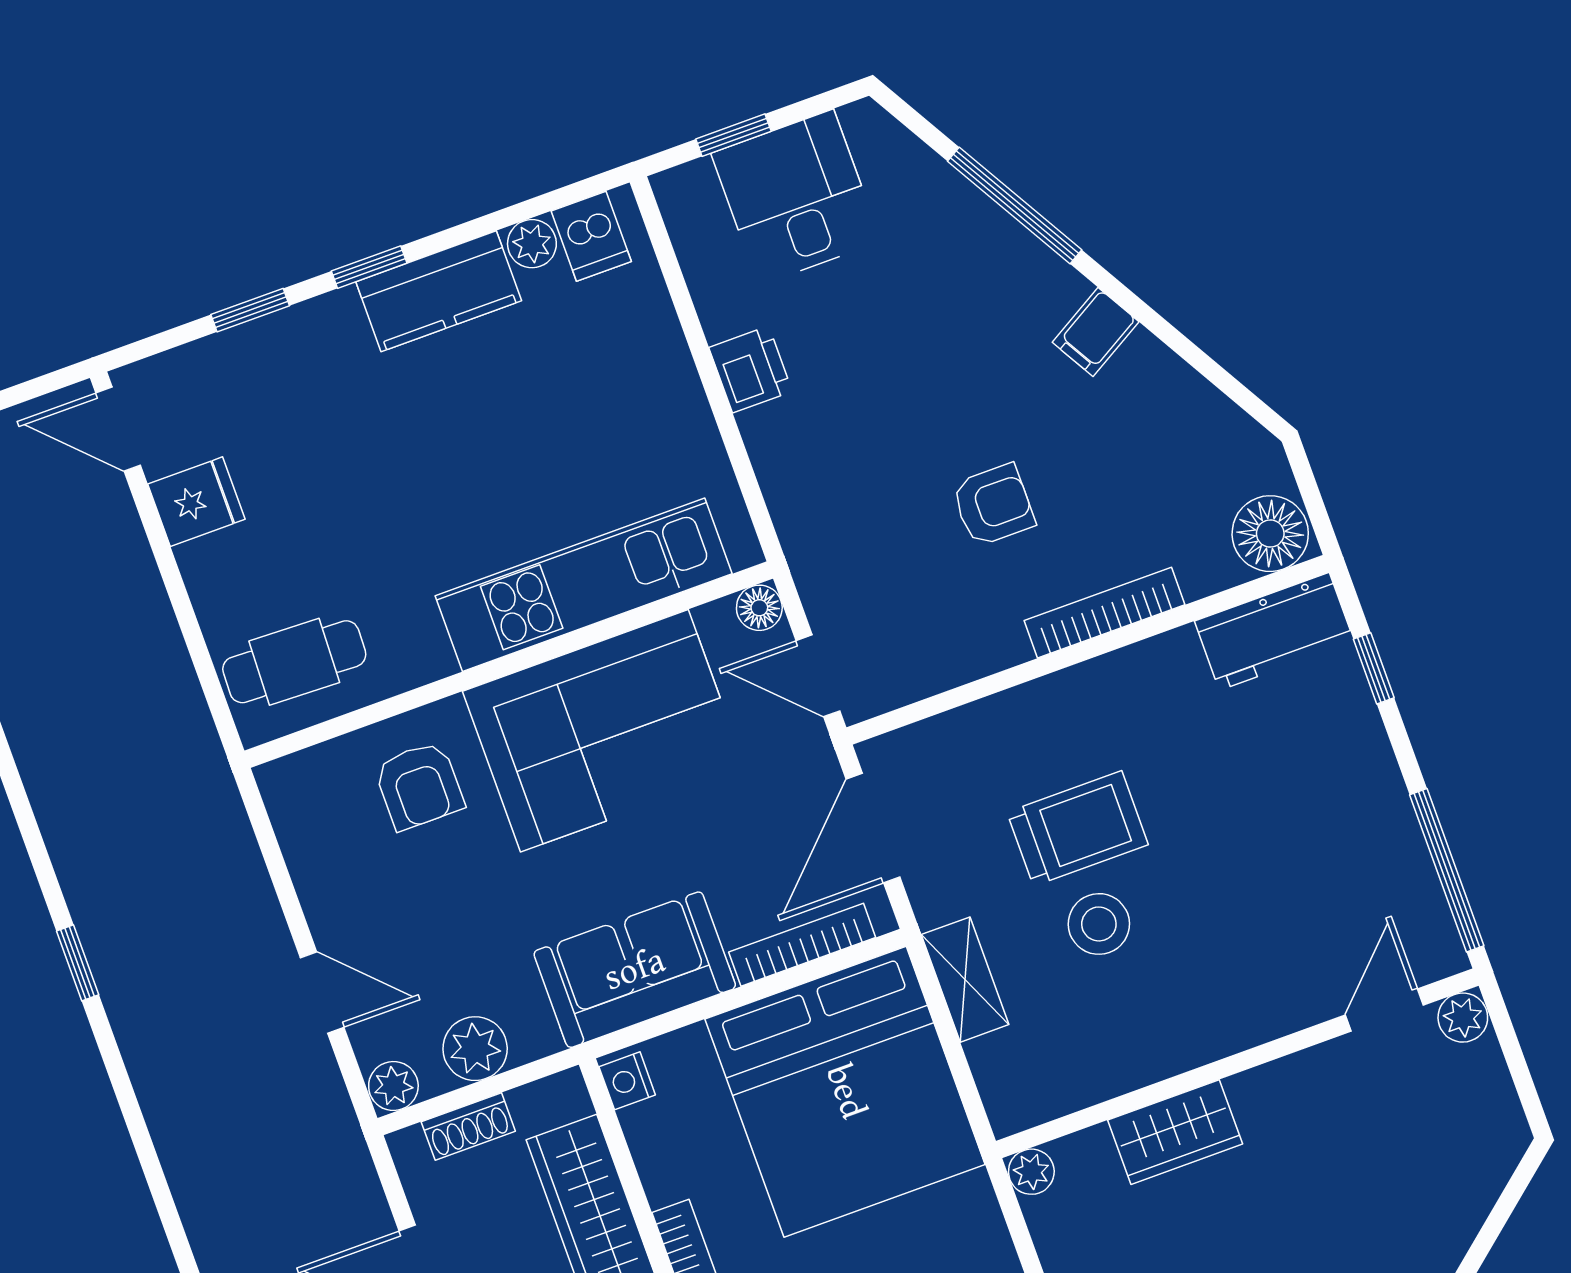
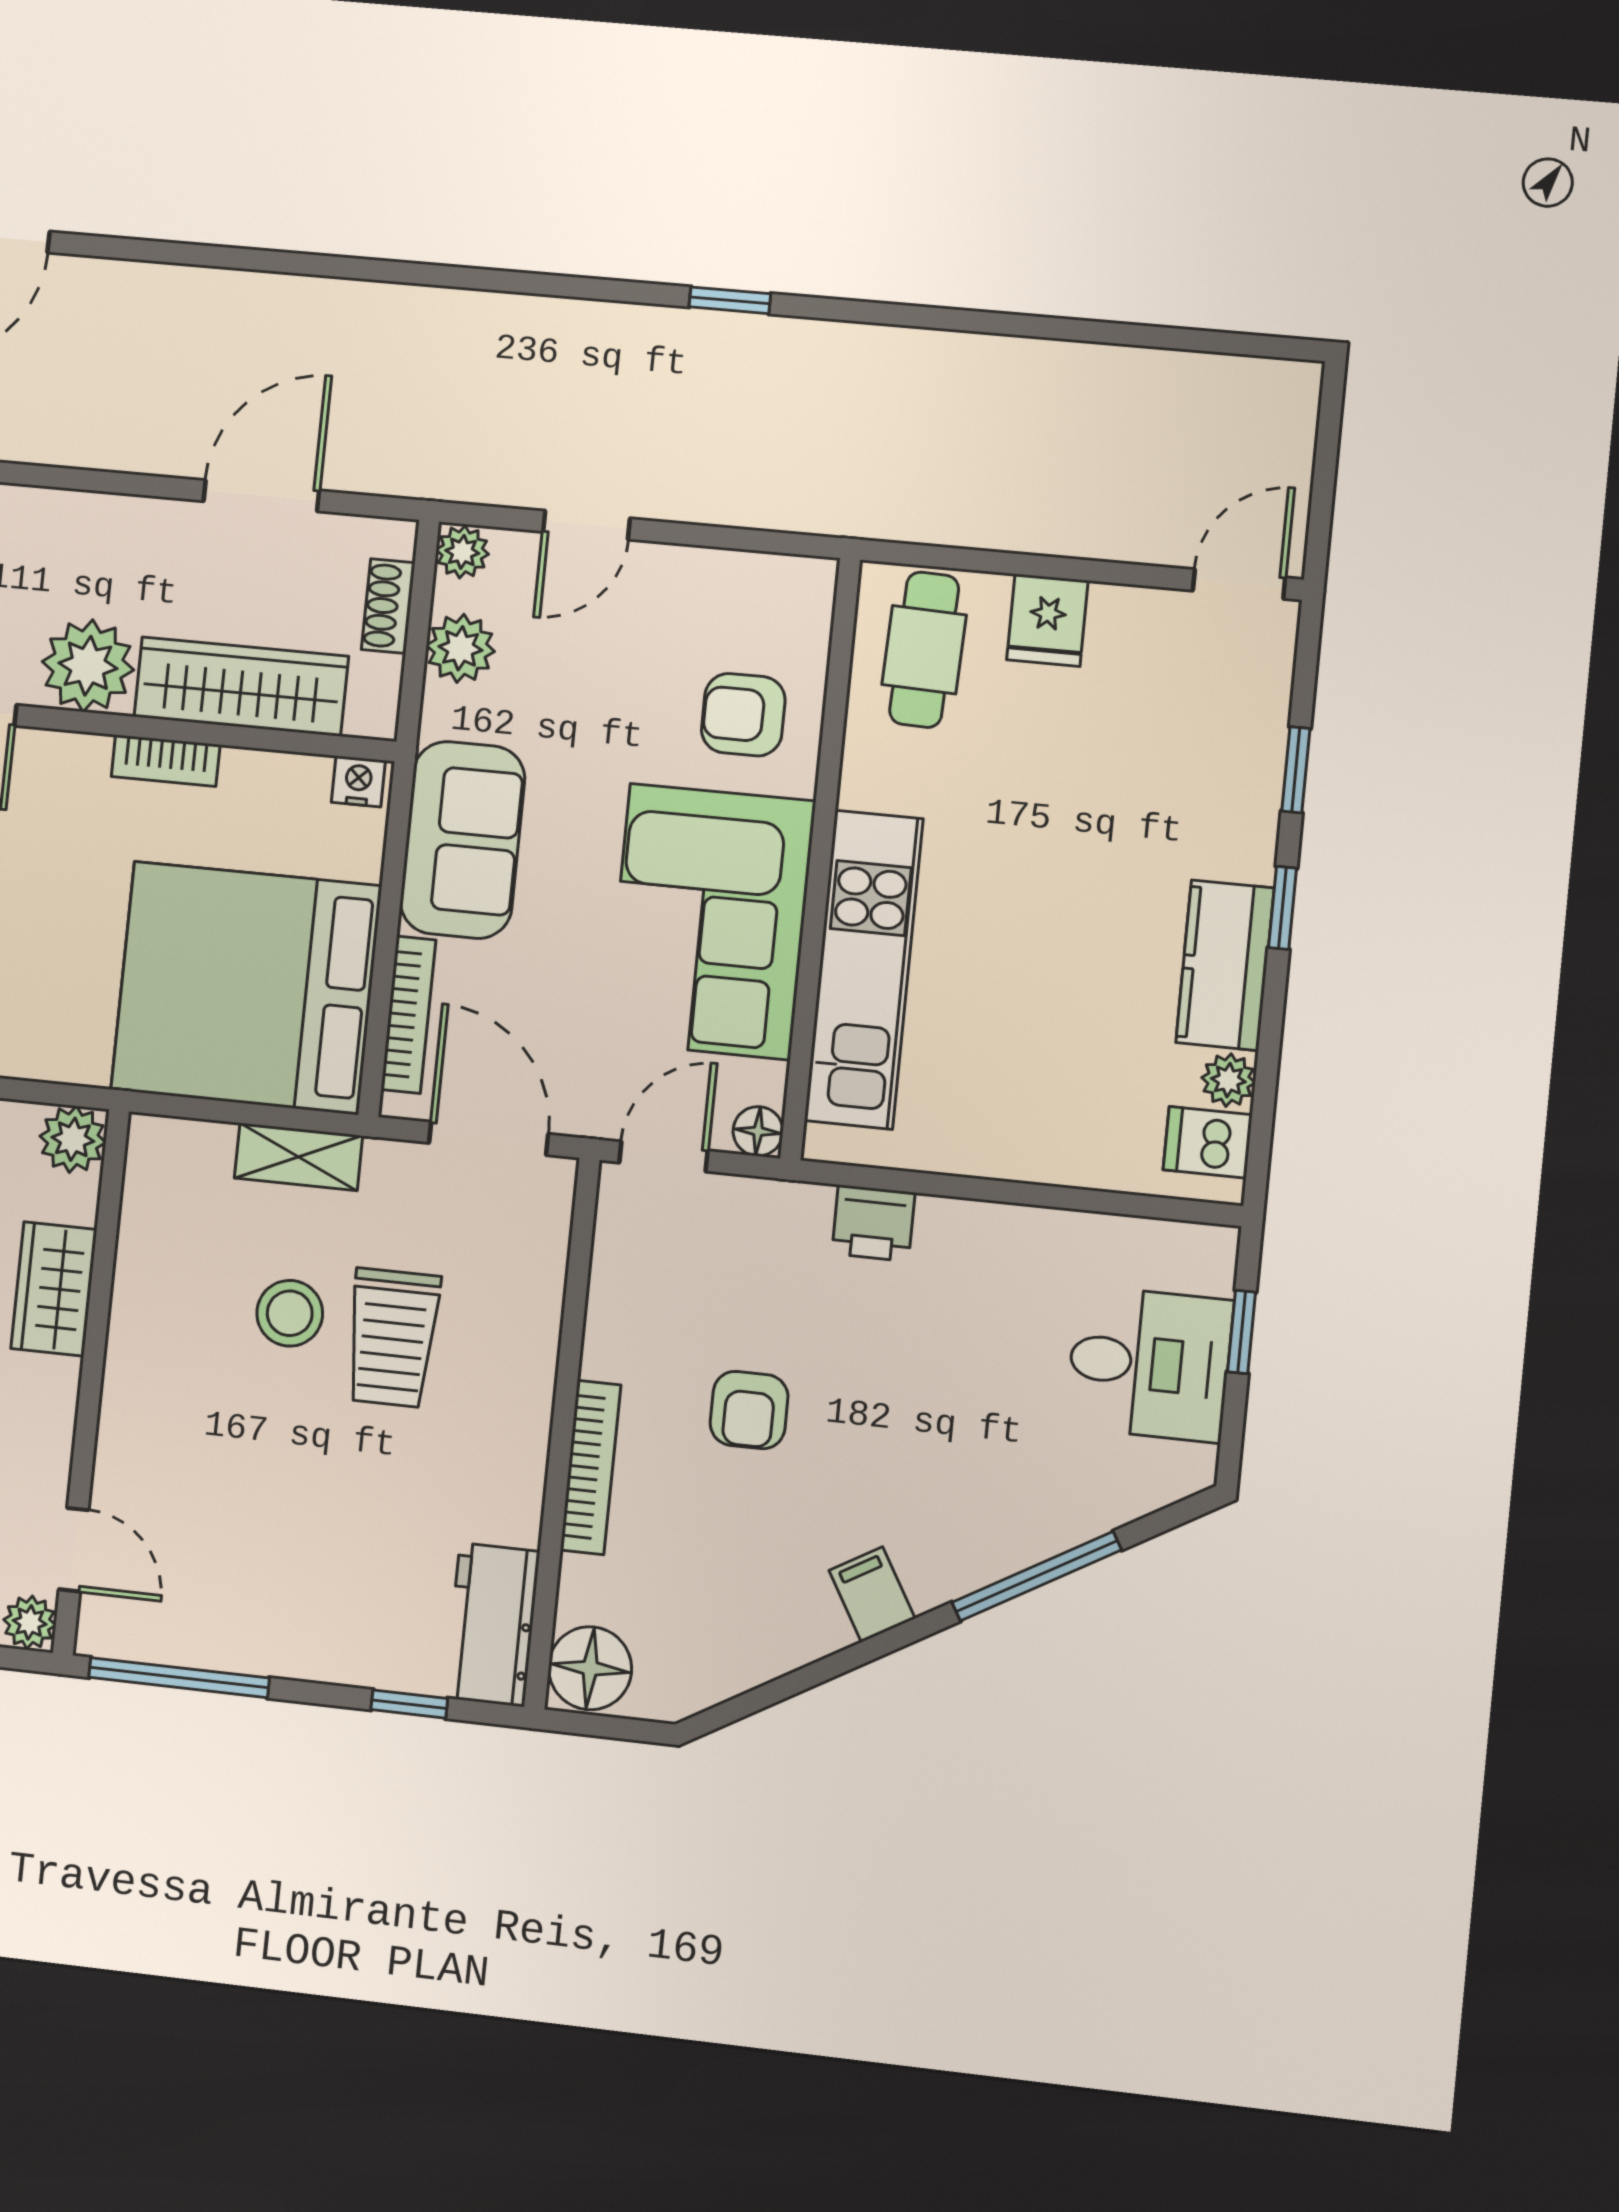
printer: (751, 369) -> (873, 1223), moved
fridge: (196, 502) -> (1047, 620), moved
plant: (1031, 1172) -> (73, 1139), width x1.38, depth x1.38

